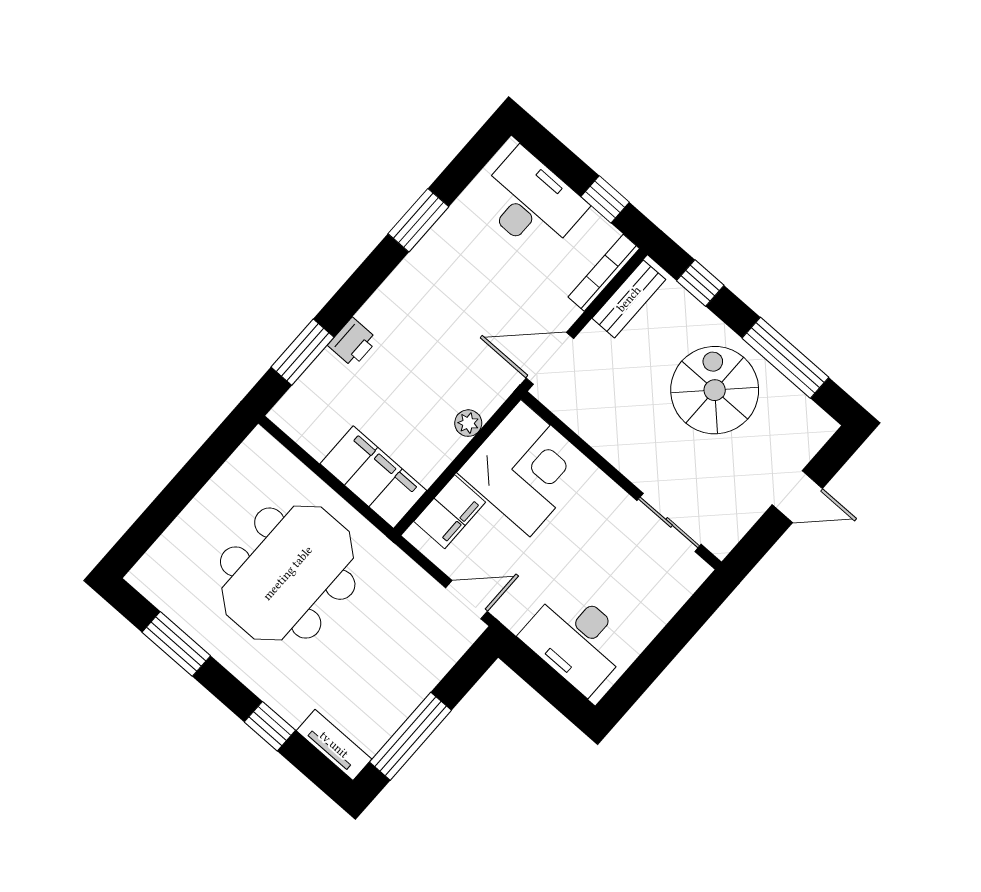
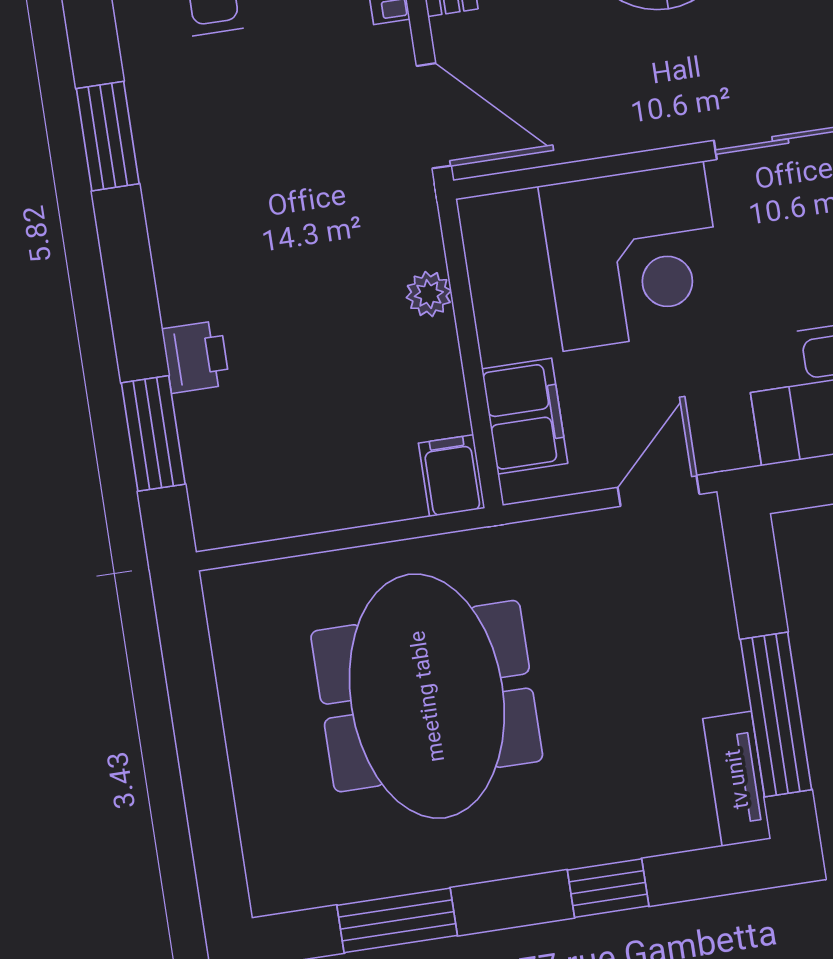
door: (550, 358) -> (434, 116), swing flipped
corner desk: (525, 468) -> (633, 256), moved, turned 90
filing cabinet: (373, 477) -> (452, 476), width x0.33, depth x0.86
tv unit: (334, 745) -> (737, 779), moved, turned -90

